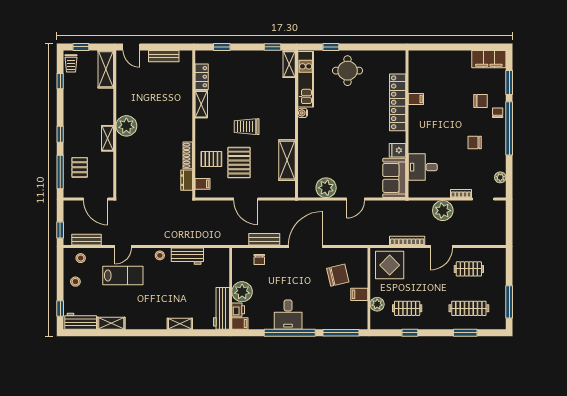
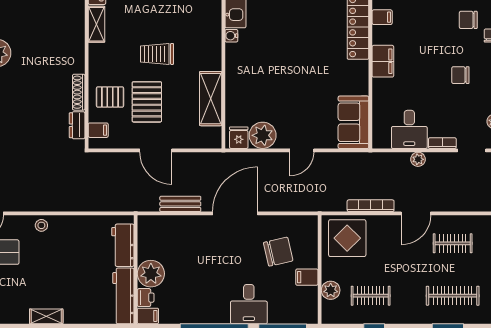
chair: (481, 101) -> (468, 20), turned 180
filing cabinet: (416, 132) -> (383, 61), added
fridge: (398, 150) -> (239, 138), moved, turned 90
desk: (423, 167) -> (409, 129), moved, turned -90
plant: (443, 211) -> (418, 159), width x0.53, depth x0.53
workbench: (187, 256) -> (123, 245), moved, turned 90
chair: (259, 259) -> (174, 231), removed
desk: (288, 315) -> (249, 304), moved
shelving: (180, 324) -> (46, 316), moved

